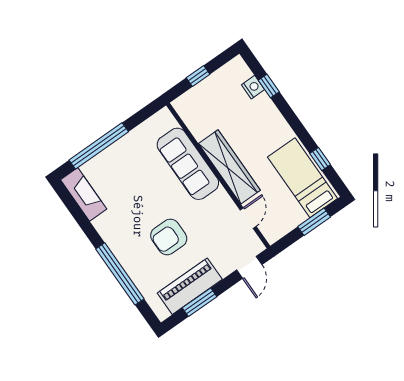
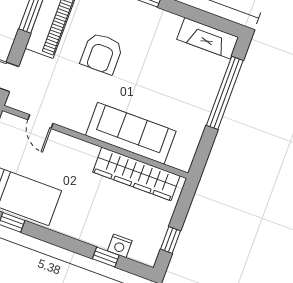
window: (198, 76) -> (171, 240), moved
wardrobe: (229, 167) -> (136, 174), moved
armchair: (169, 237) -> (102, 53), turned 180

